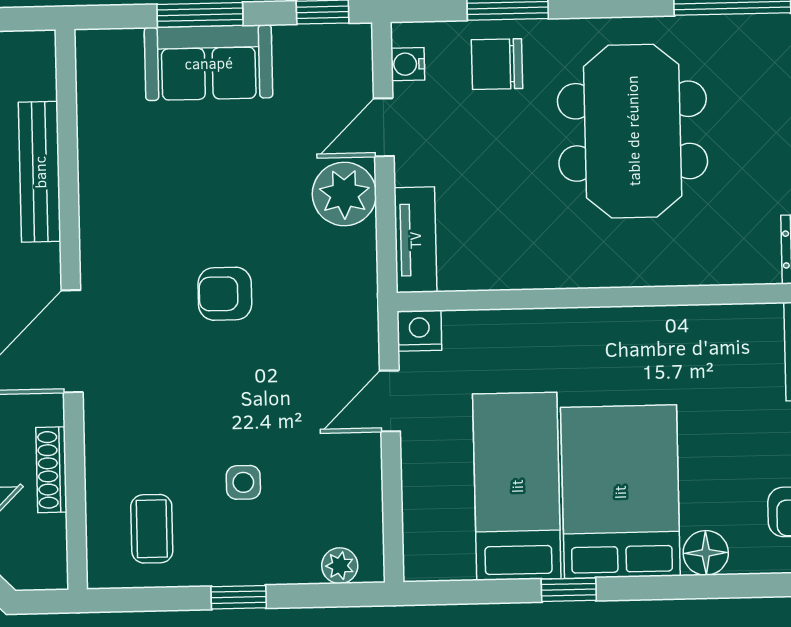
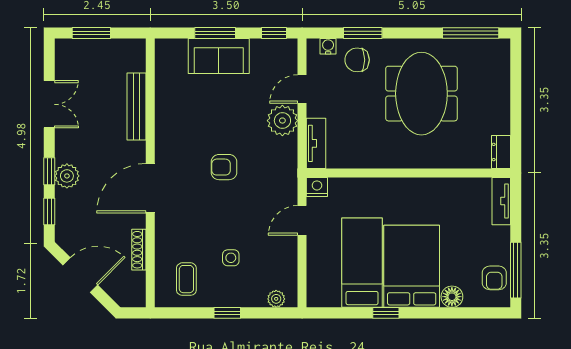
water cooler: (408, 64) -> (328, 46), moved, turned 90

